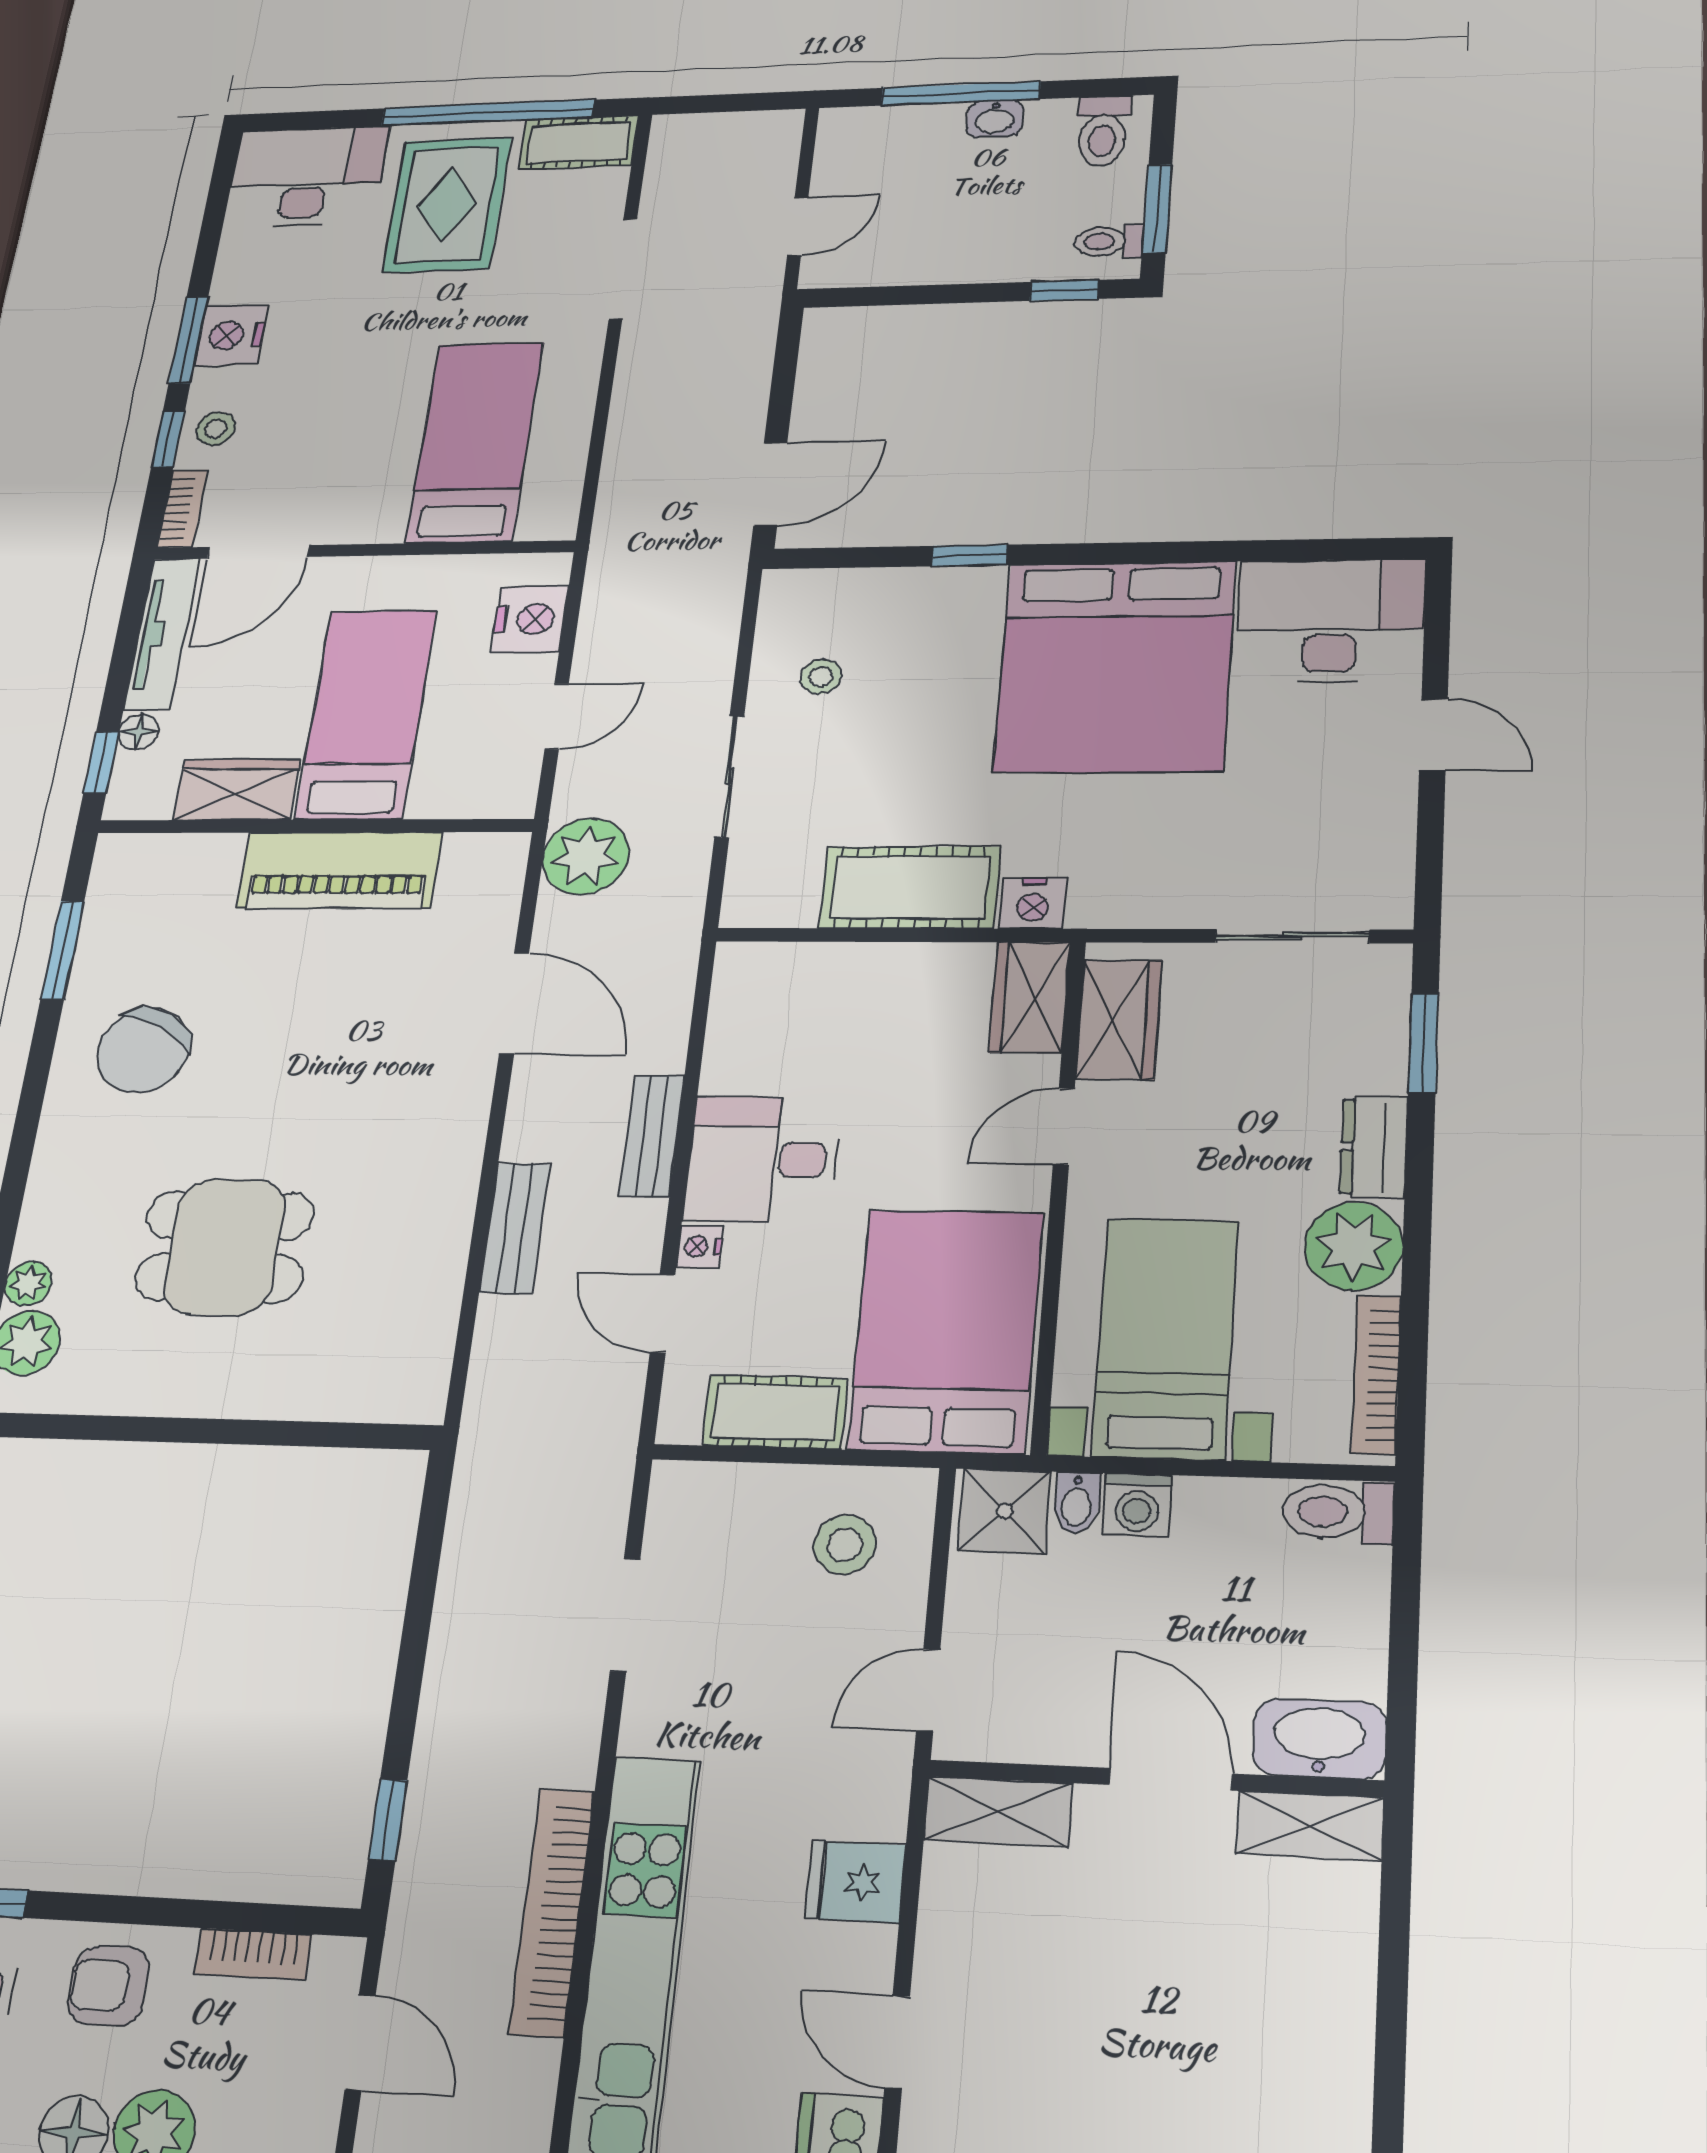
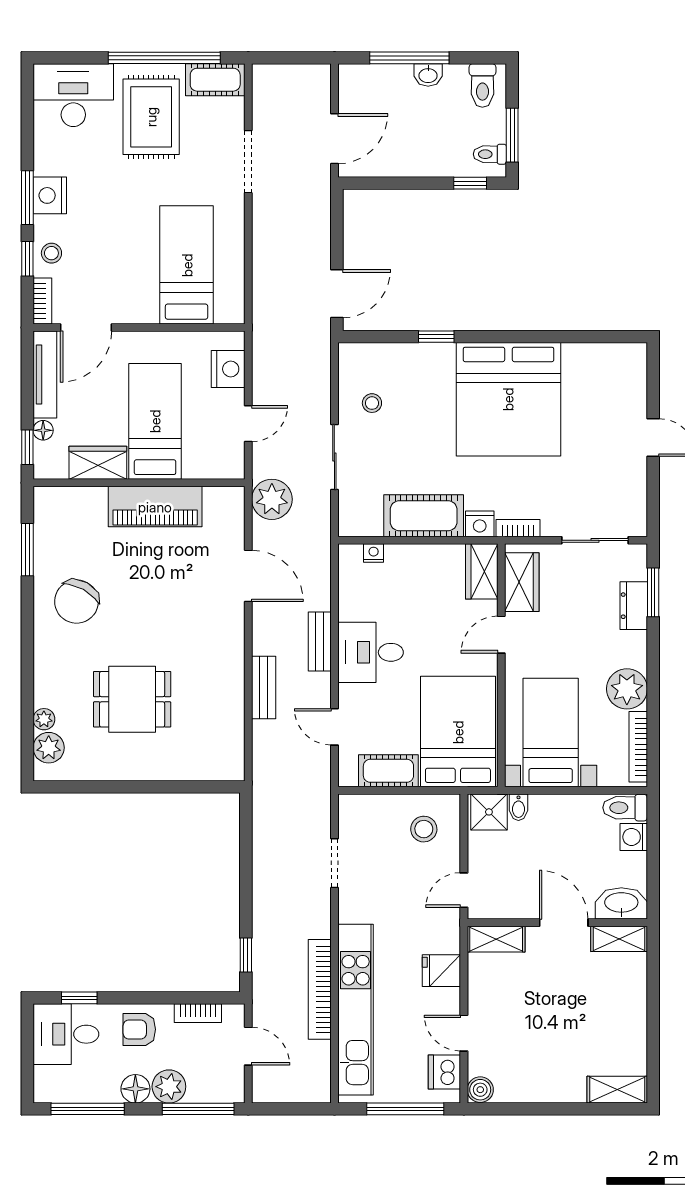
door: (798, 227) -> (334, 139), width x1.38
desk: (1331, 620) -> (605, 376), removed
bookcase: (1118, 912) -> (518, 528), added
dresser: (1374, 1147) -> (634, 606), moved
nightstand: (700, 1247) -> (374, 553), moved, turned 90
washing machine: (1137, 1505) -> (634, 837), moved, turned 90

